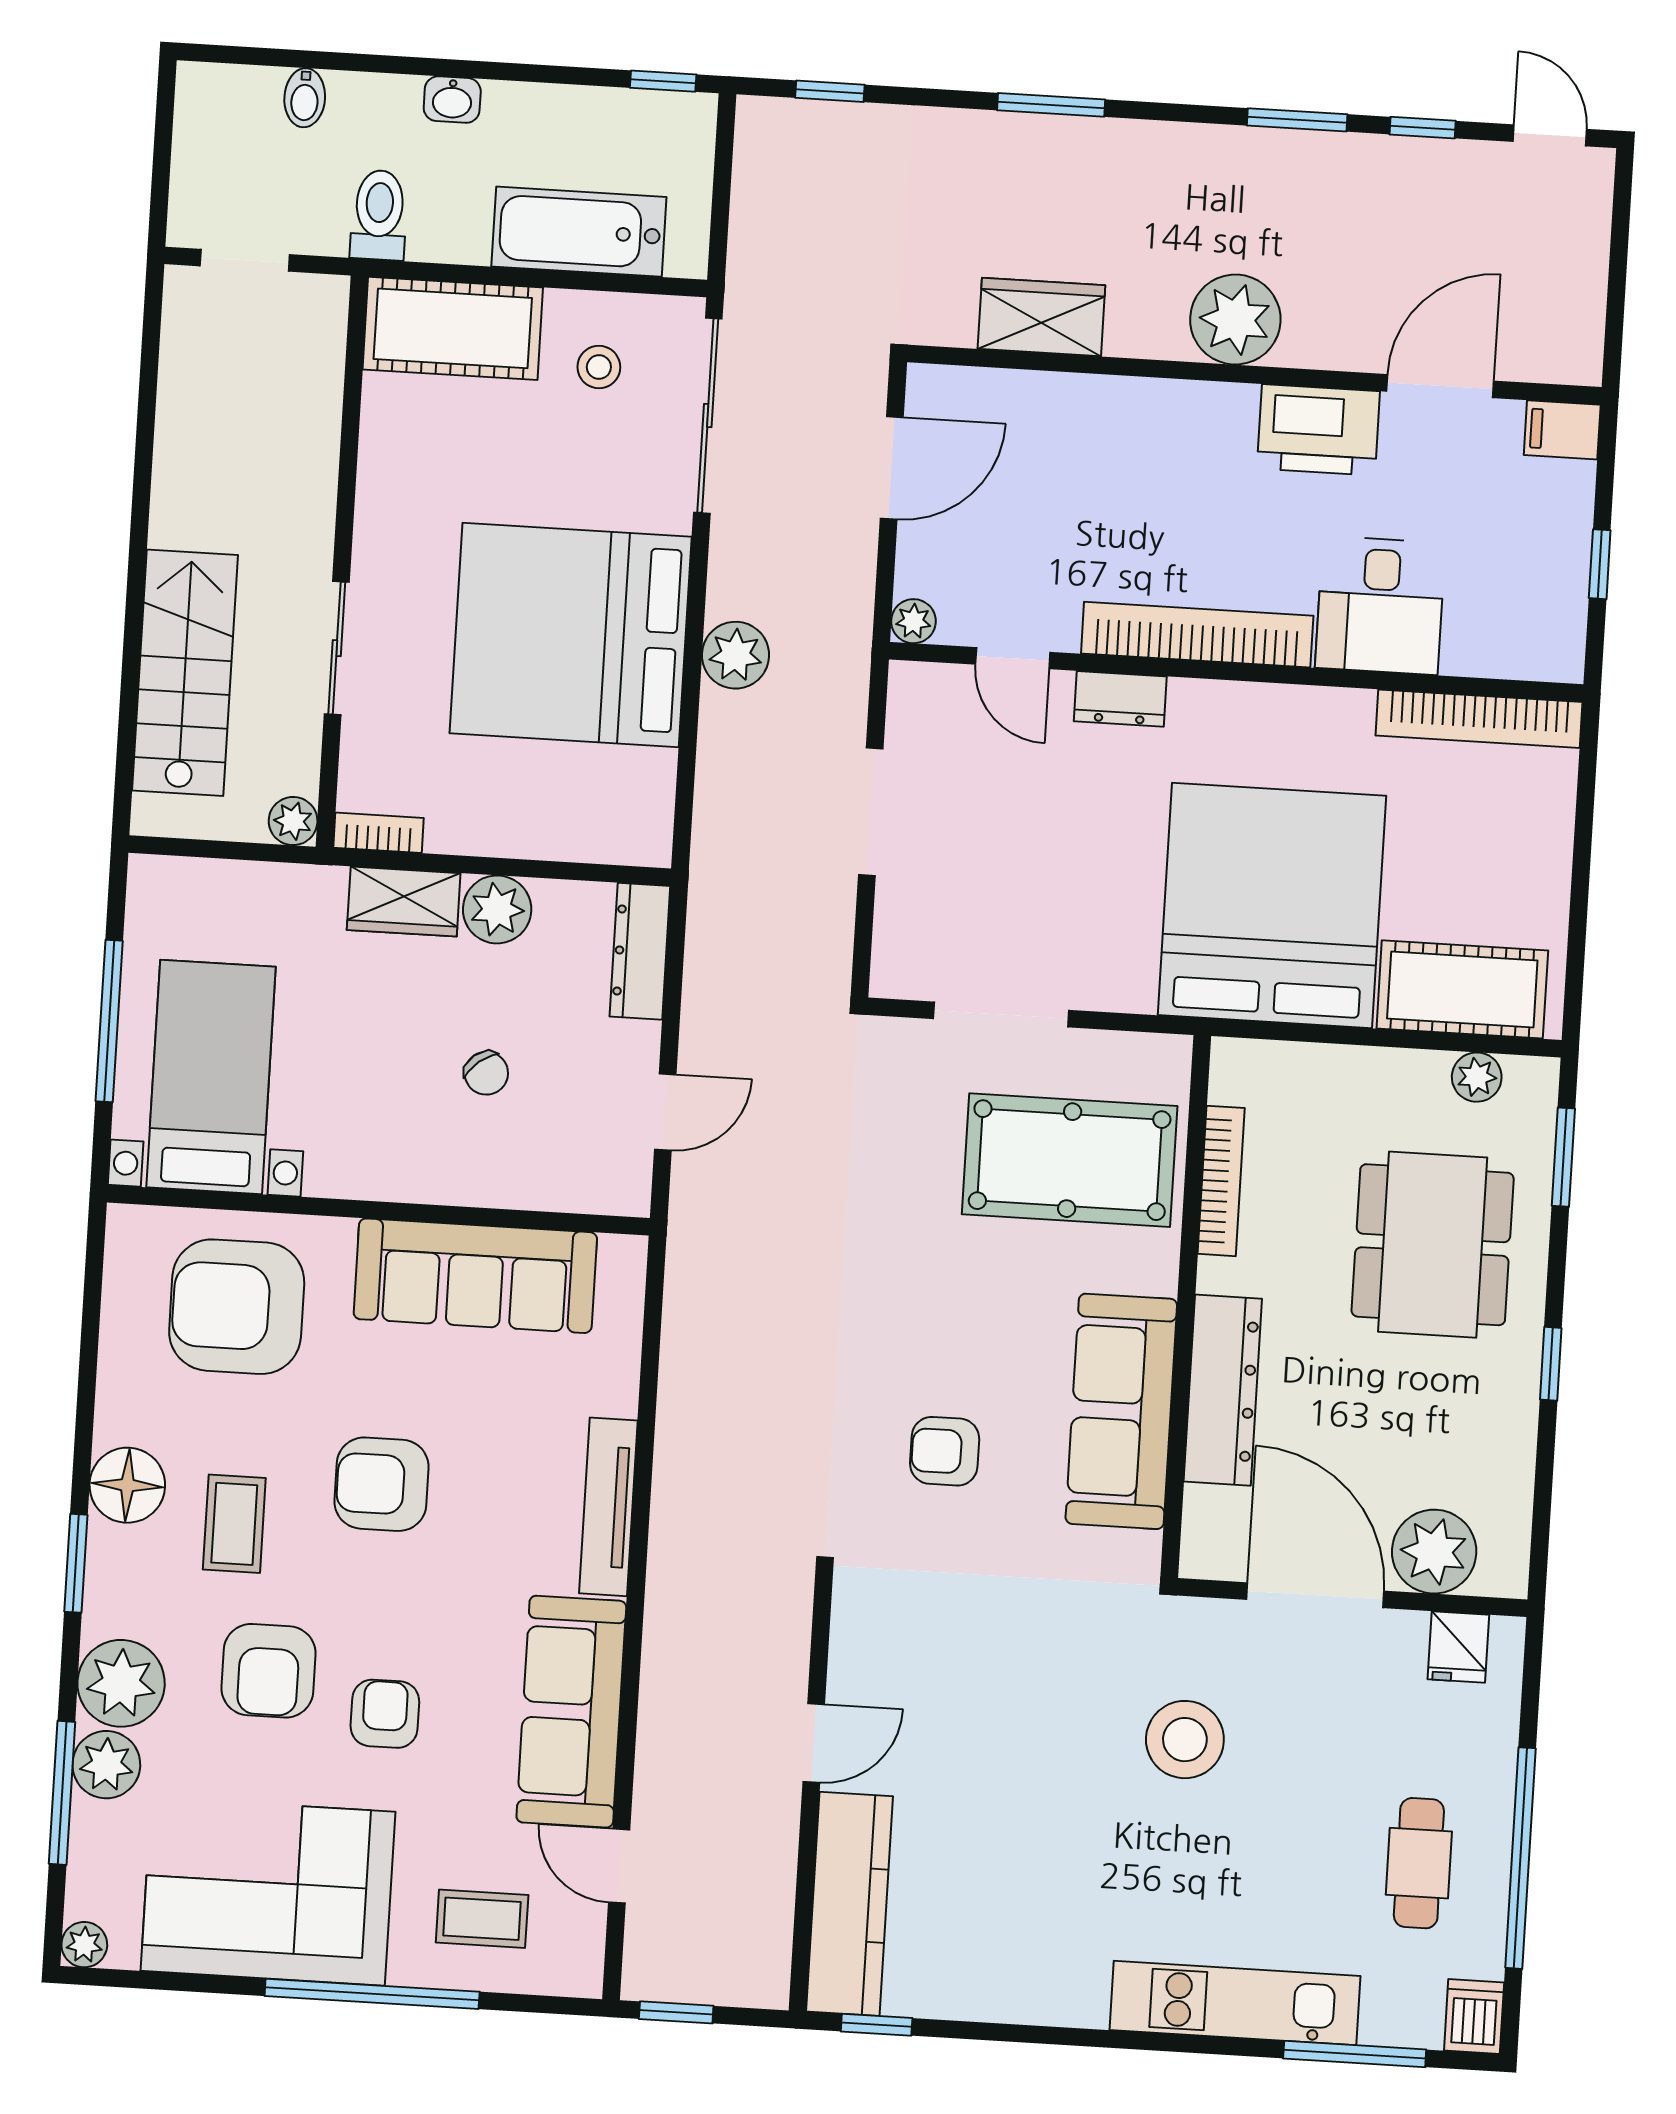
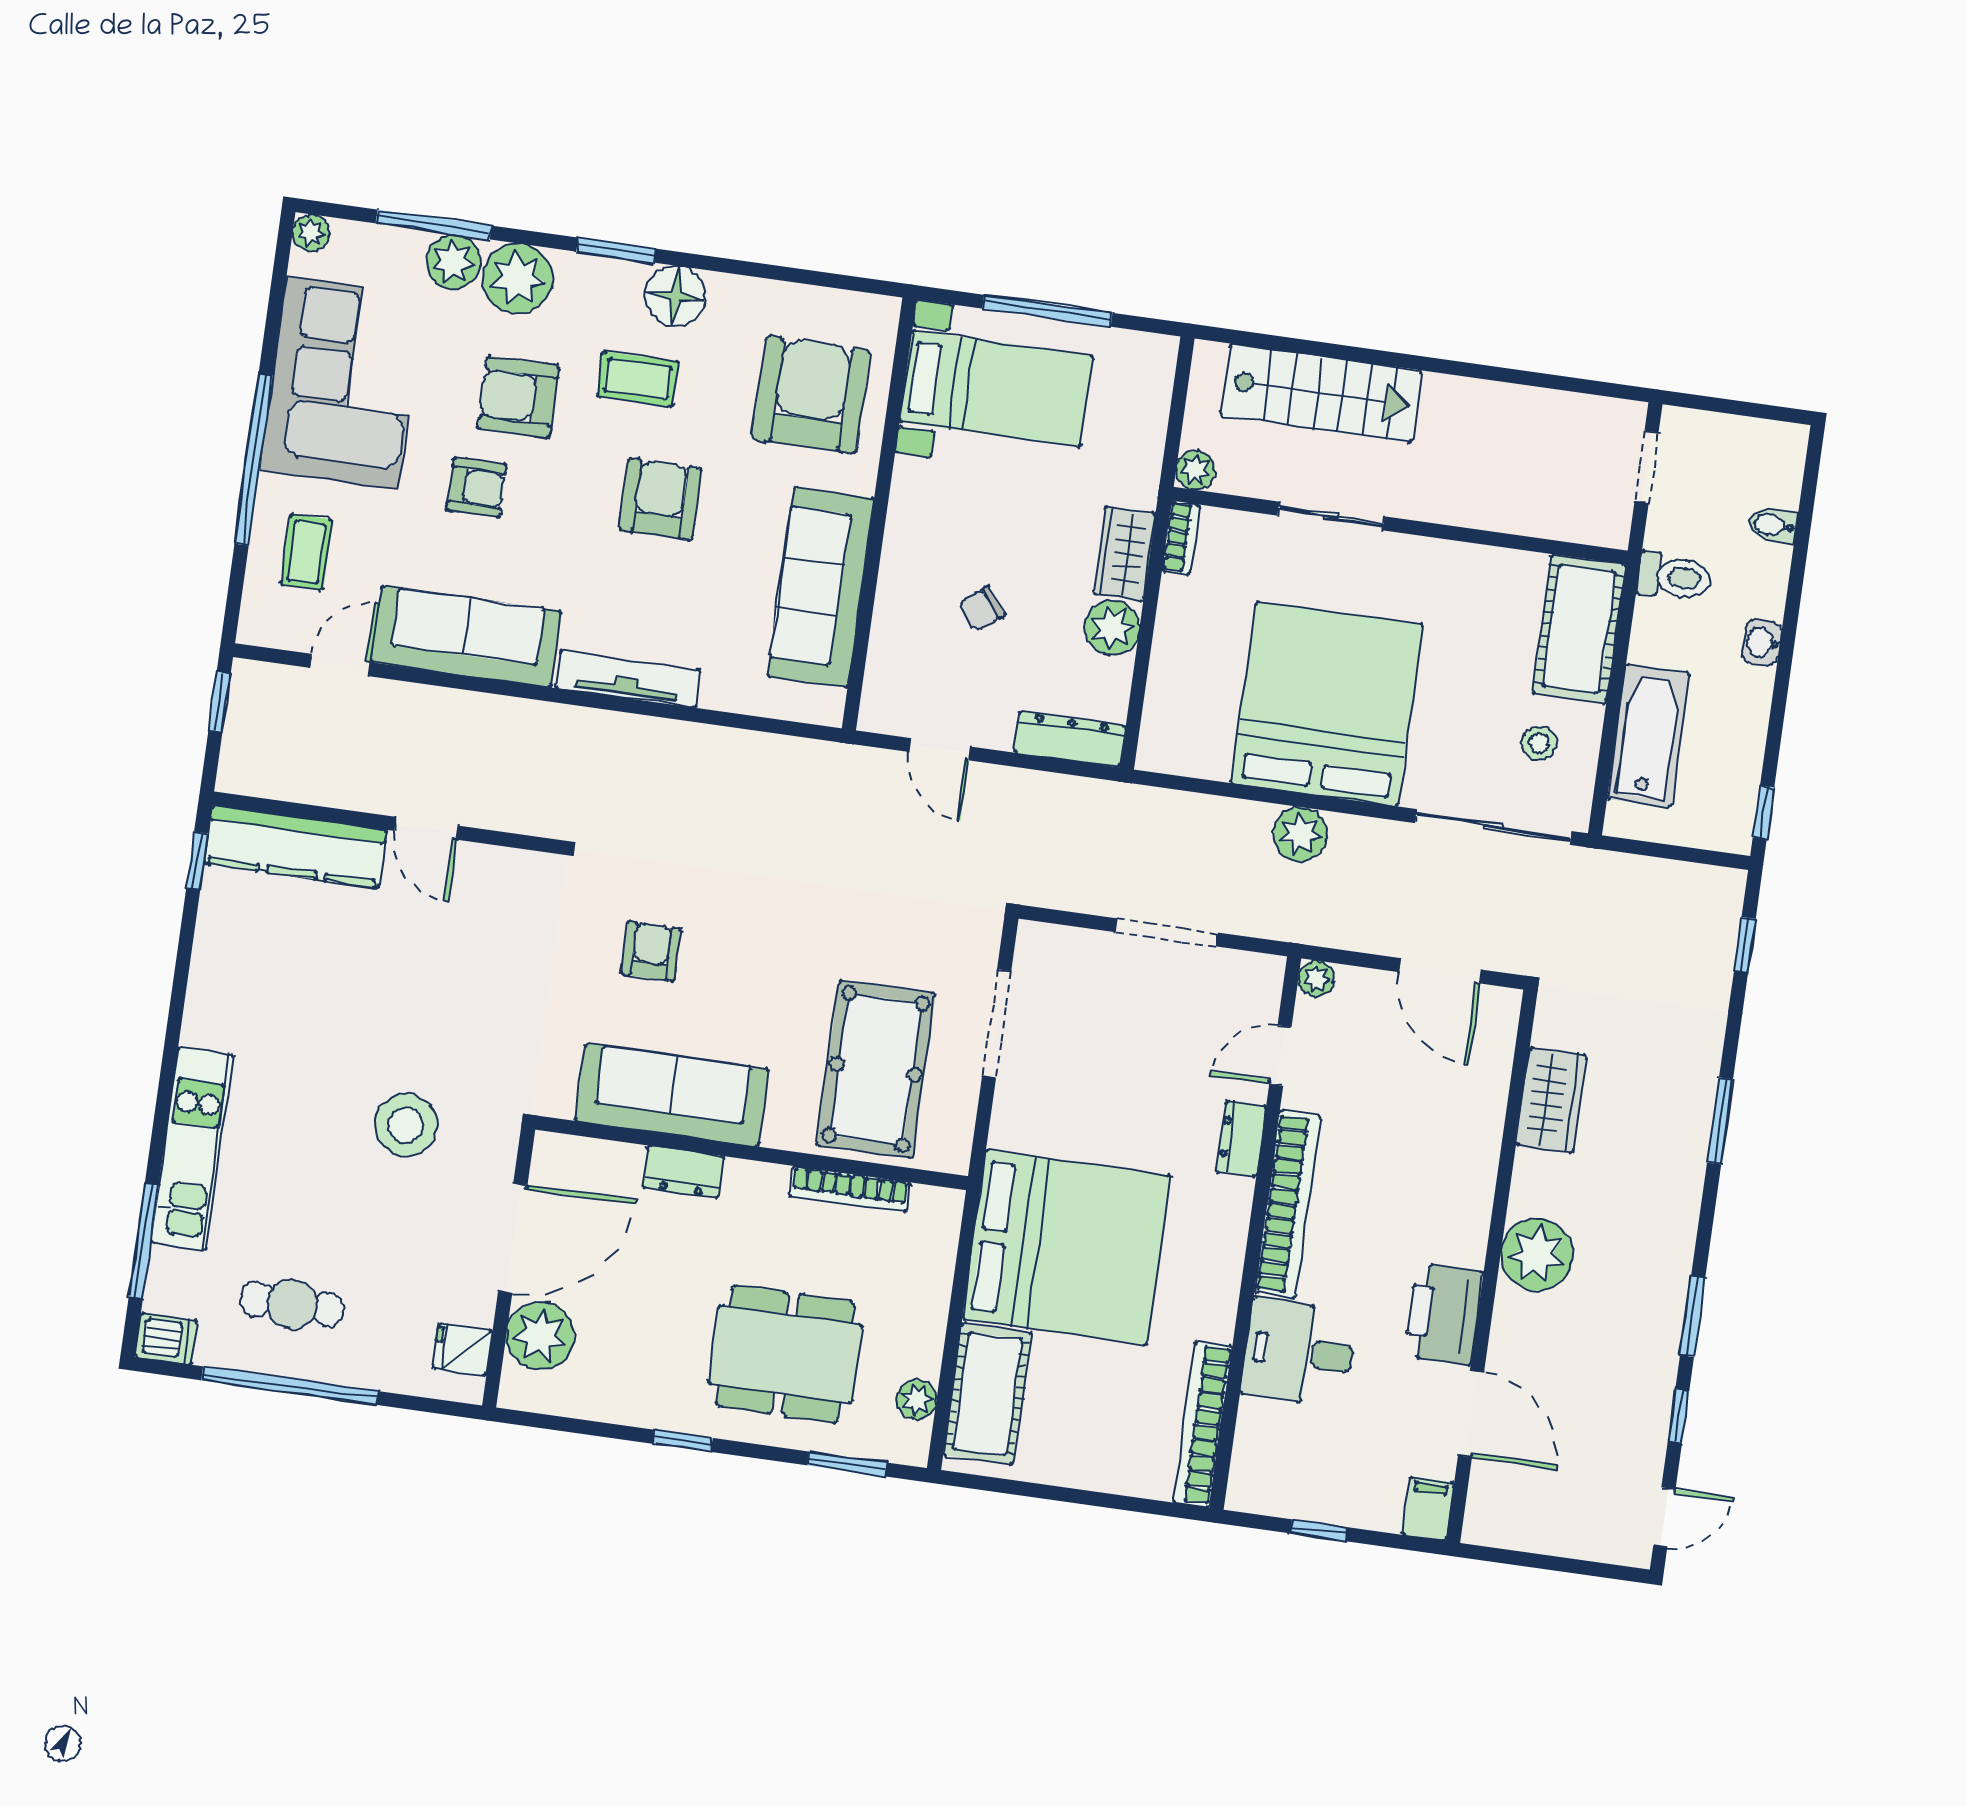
dresser: (1223, 1390) -> (683, 1172), width x0.51, depth x0.80

